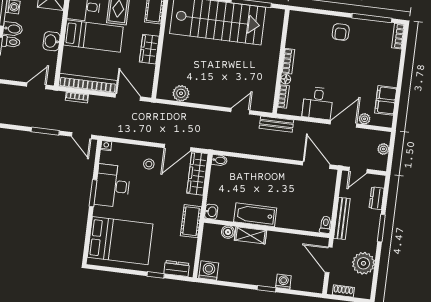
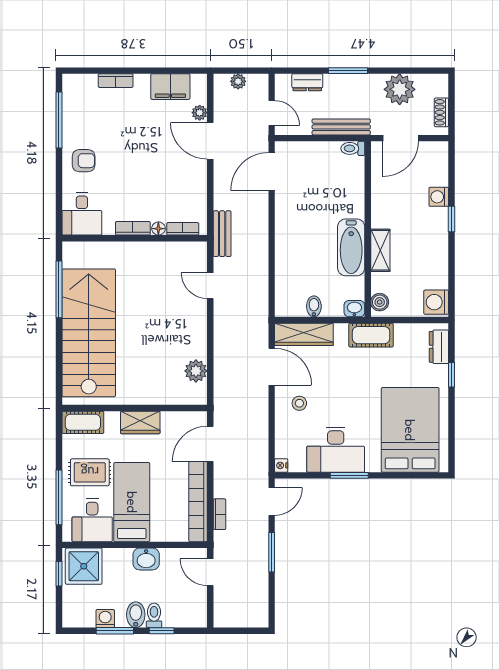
bookcase: (398, 36) -> (116, 81), moved
desk: (318, 103) -> (82, 214), moved, turned 90
bidet: (219, 160) -> (314, 306), moved
boiler: (228, 232) -> (380, 302), moved

